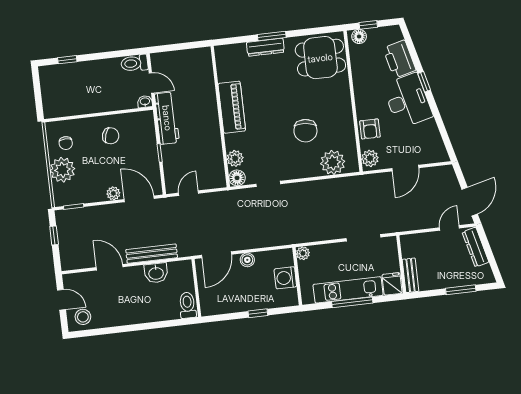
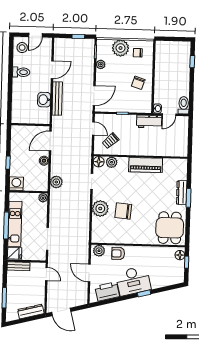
printer: (399, 59) -> (107, 291), moved
workbench: (167, 118) -> (149, 122), width x0.73
plant: (333, 162) -> (100, 208), moved
trolley: (203, 165) -> (111, 141), added
plant: (113, 193) -> (101, 64), moved
door: (449, 228) -> (46, 274), moved
plant: (276, 237) -> (56, 182), added
door: (216, 255) -> (50, 141), hinge flipped
washing machine: (285, 278) -> (16, 184), moved
toilet: (187, 305) -> (21, 72), moved

